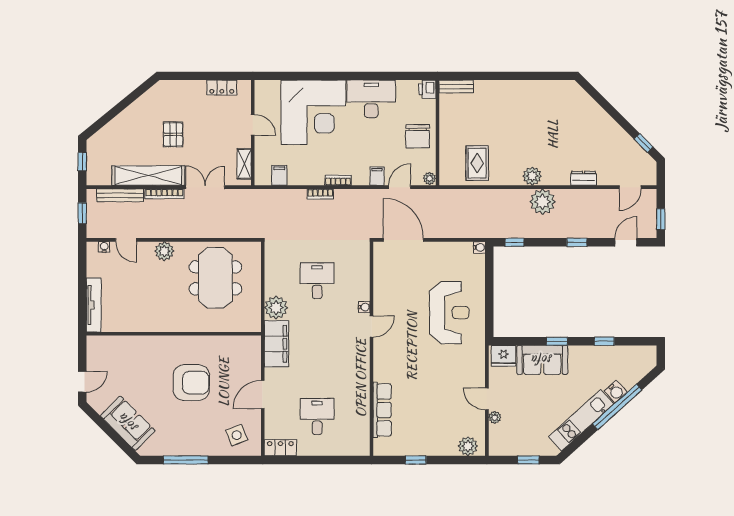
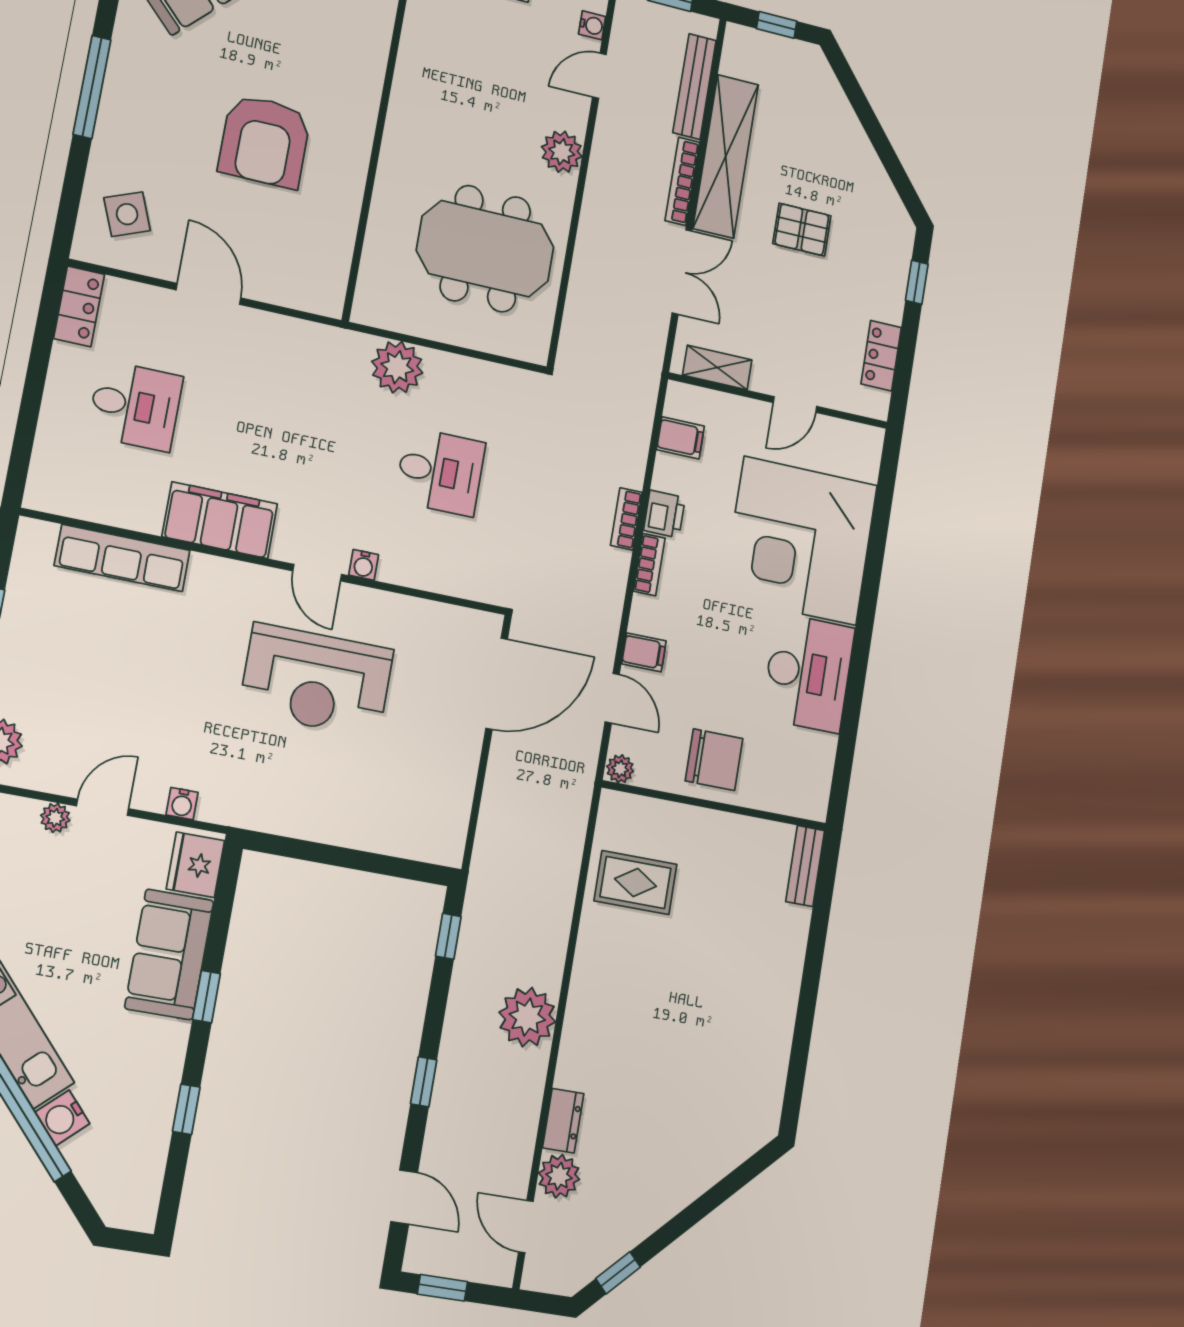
window: (184, 76) -> (917, 282), added
printer: (427, 89) -> (664, 514), moved, turned 90
chair: (418, 136) -> (714, 760), turned 180
plant: (532, 176) -> (559, 1176), moved
water cooler: (479, 247) -> (182, 804), moved
reception desk: (449, 313) -> (316, 681), moved
filing cabinet: (276, 344) -> (220, 520), moved, turned 180

